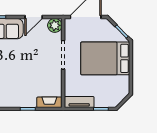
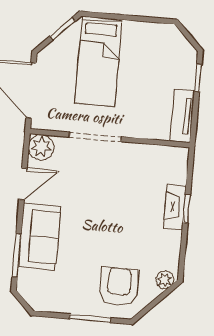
door: (34, 17) -> (23, 184), hinge flipped
bed: (105, 58) -> (98, 61), width x0.67
fireplace: (49, 102) -> (175, 207), moved

